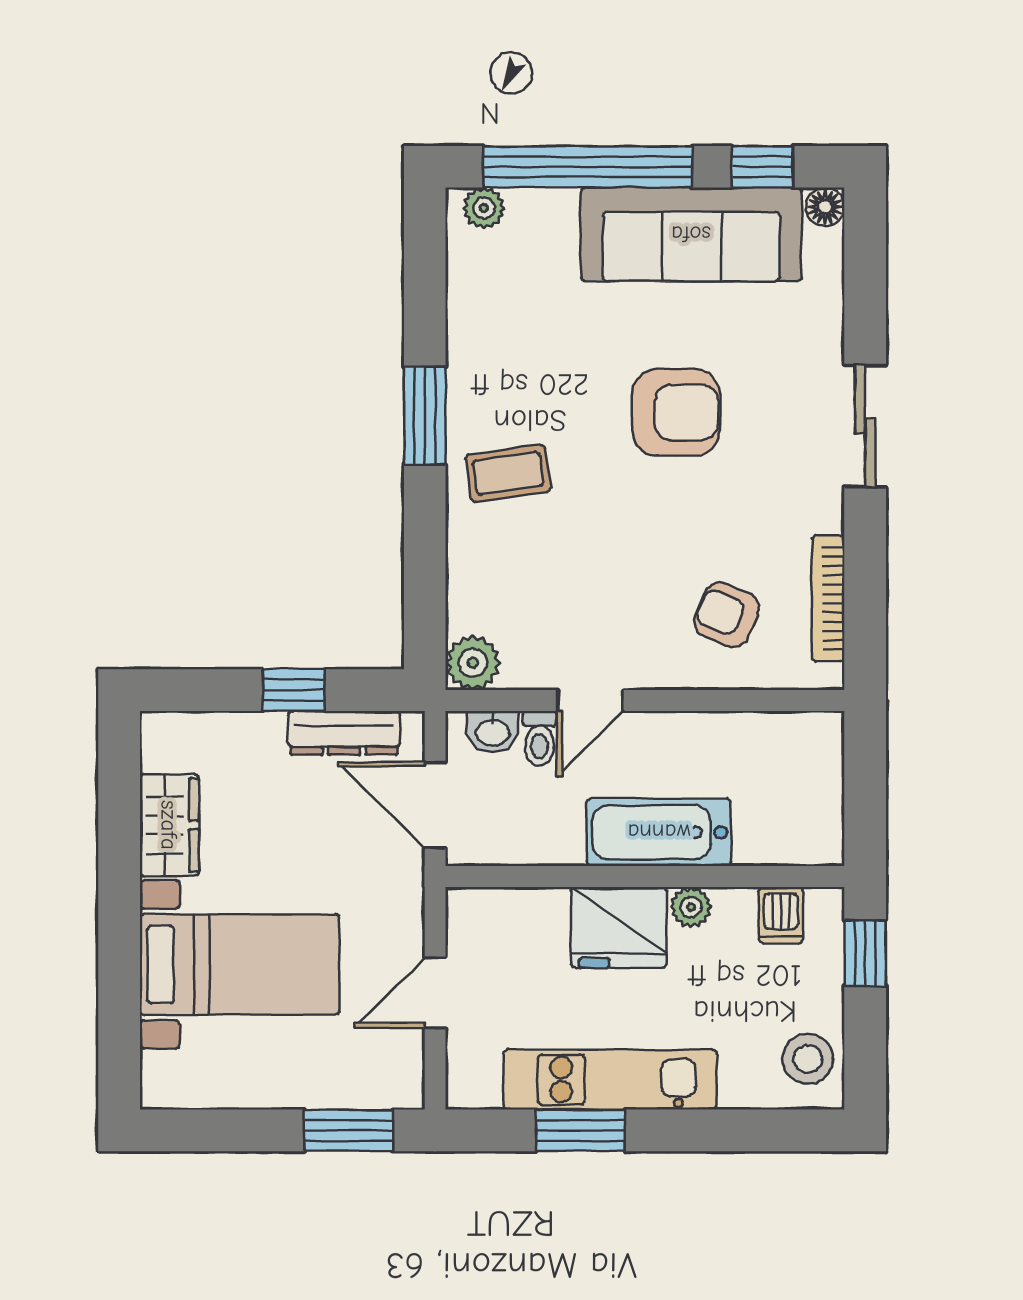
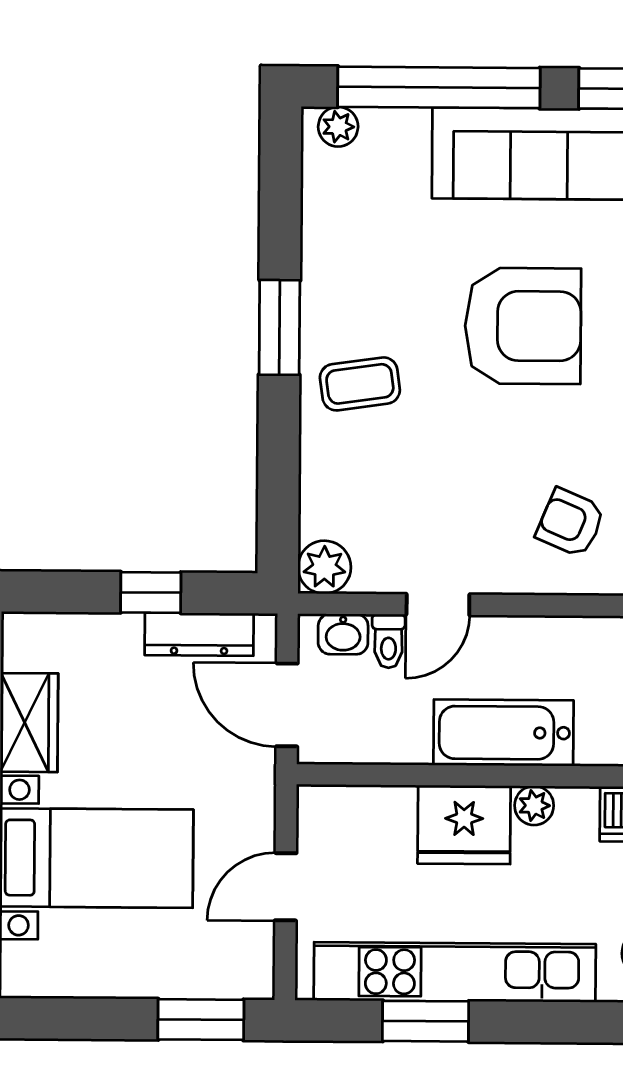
armchair: (676, 412) -> (523, 326), width x1.36, depth x1.36
kitchen unit: (610, 1080) -> (455, 972), width x1.36

